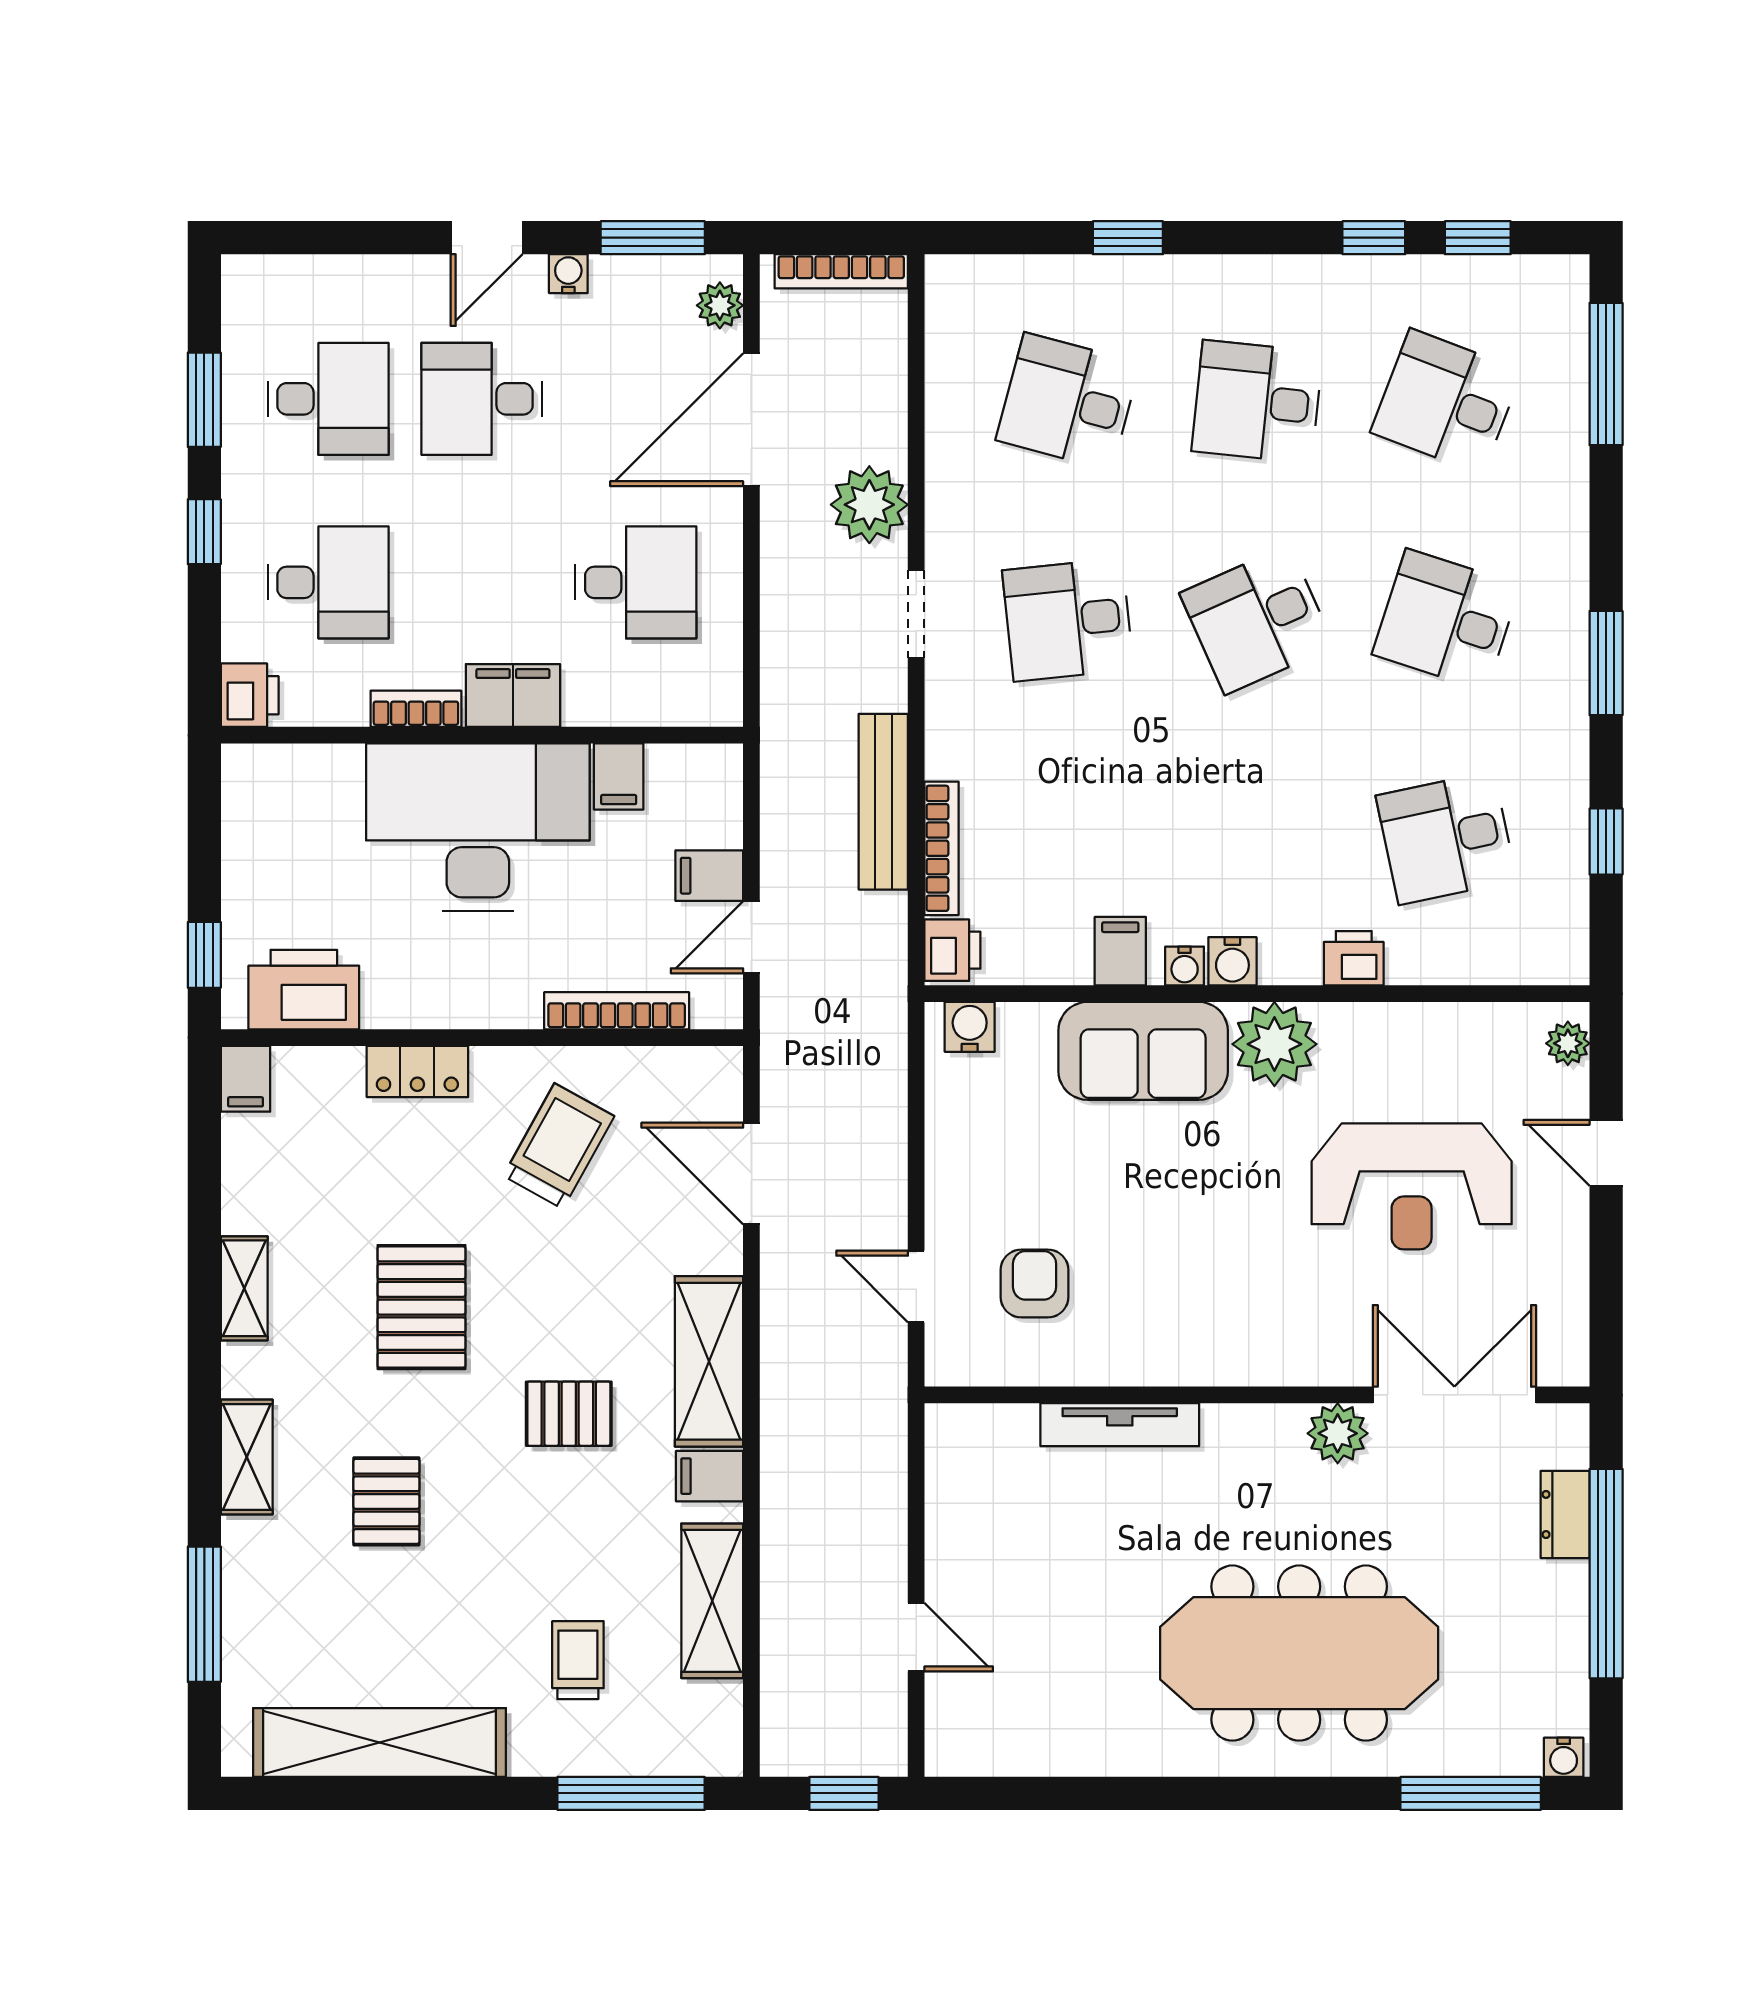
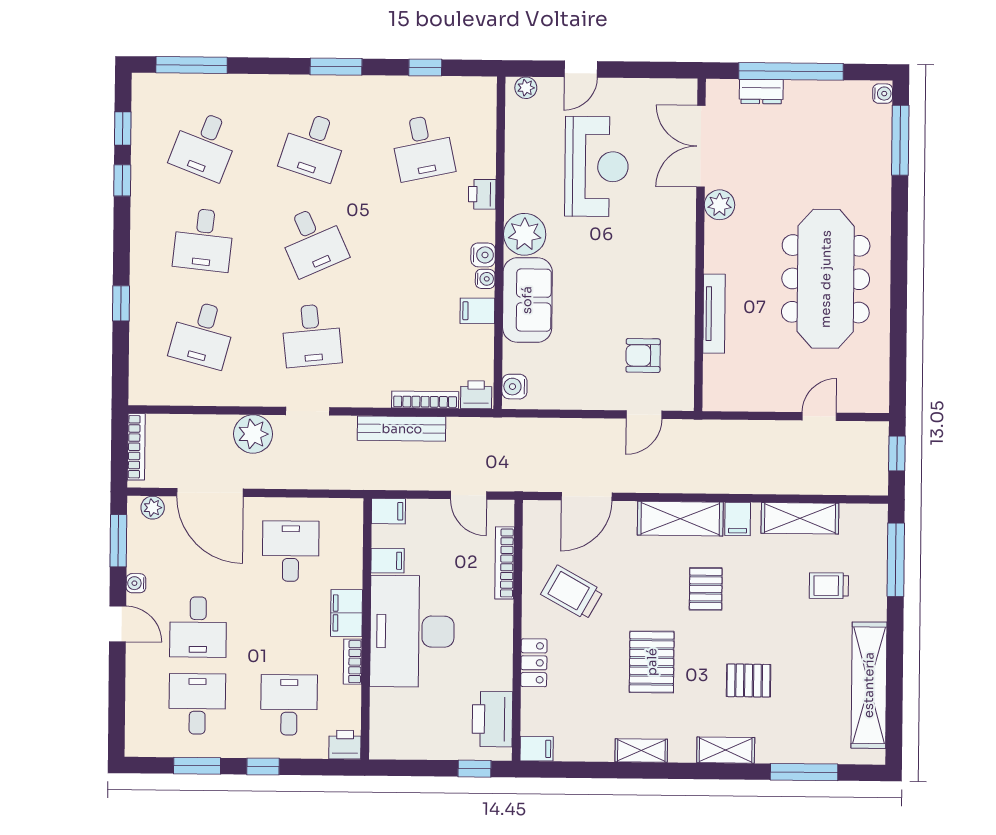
filing cabinet: (709, 876) -> (388, 511), moved, turned -90
pallet: (421, 1307) -> (652, 662), turned 90
meeting table: (1299, 1653) -> (826, 279), moved

